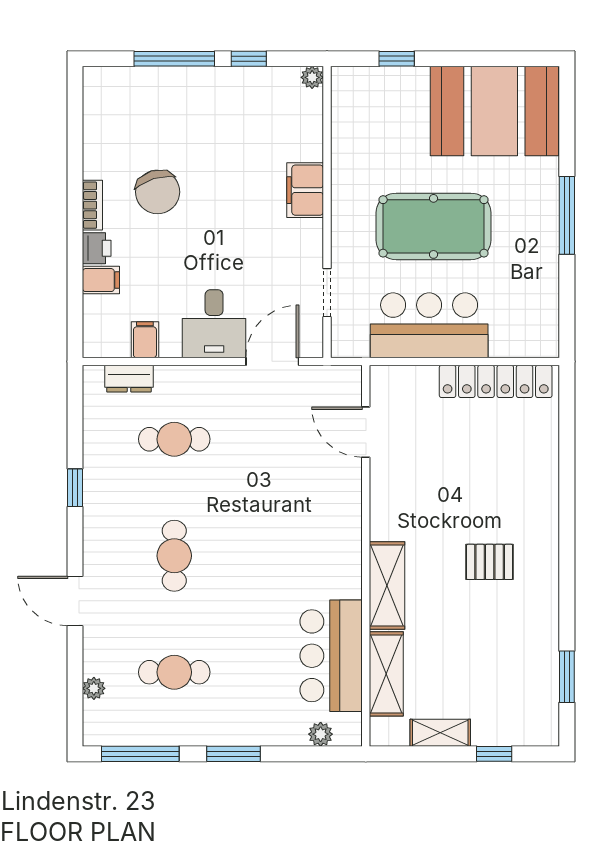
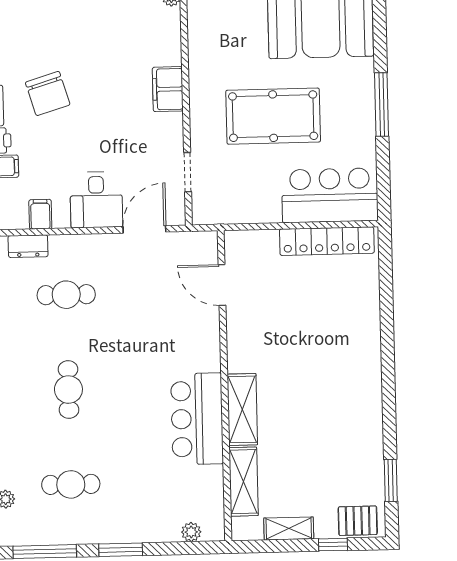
bar counter: (429, 325) -> (330, 195), moved
pallet: (490, 562) -> (358, 521), moved
bar counter: (331, 656) -> (197, 419), moved

